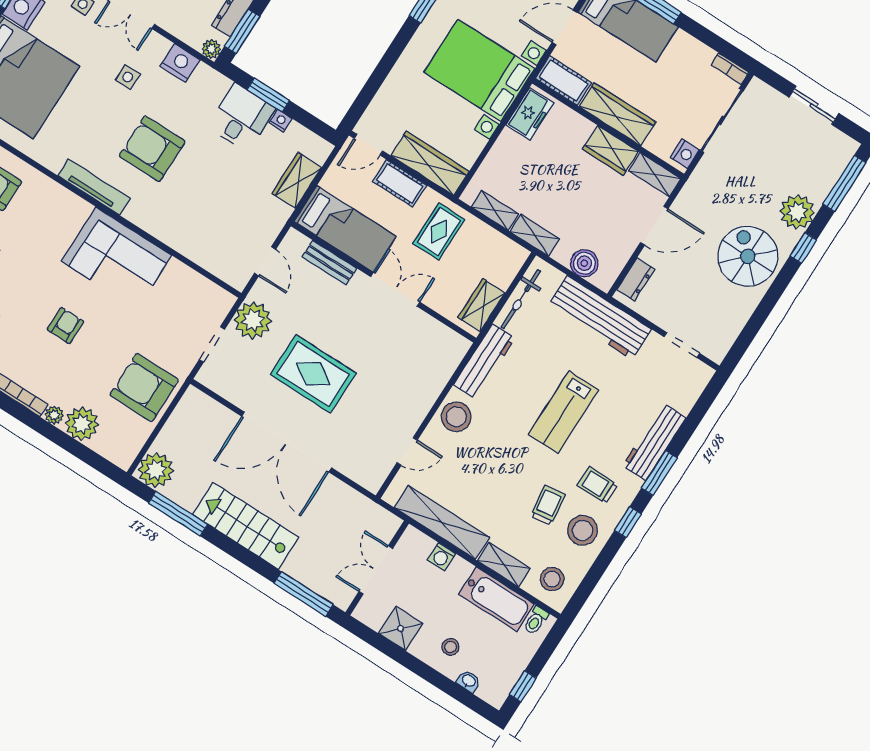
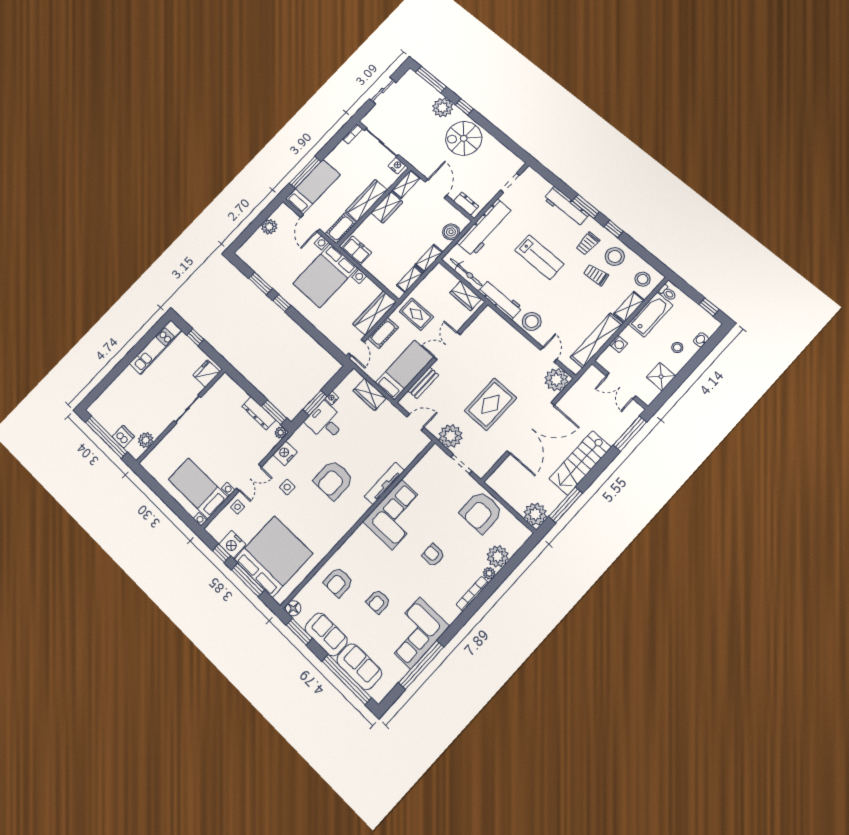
tv unit: (94, 187) -> (384, 483), moved
plant: (369, 470) -> (556, 380), added

